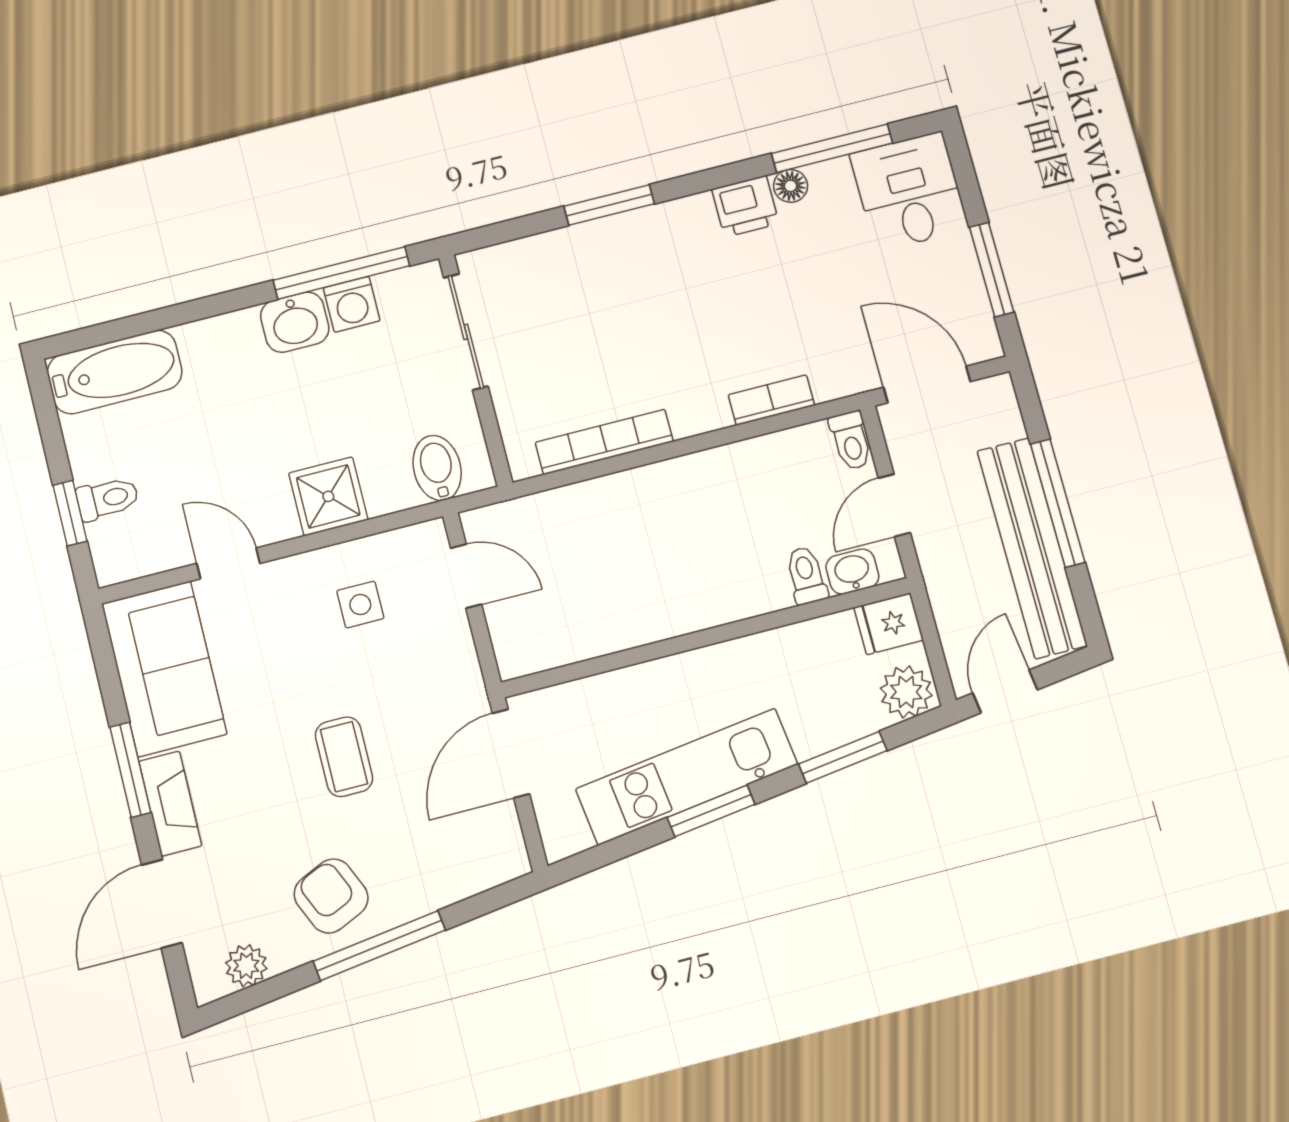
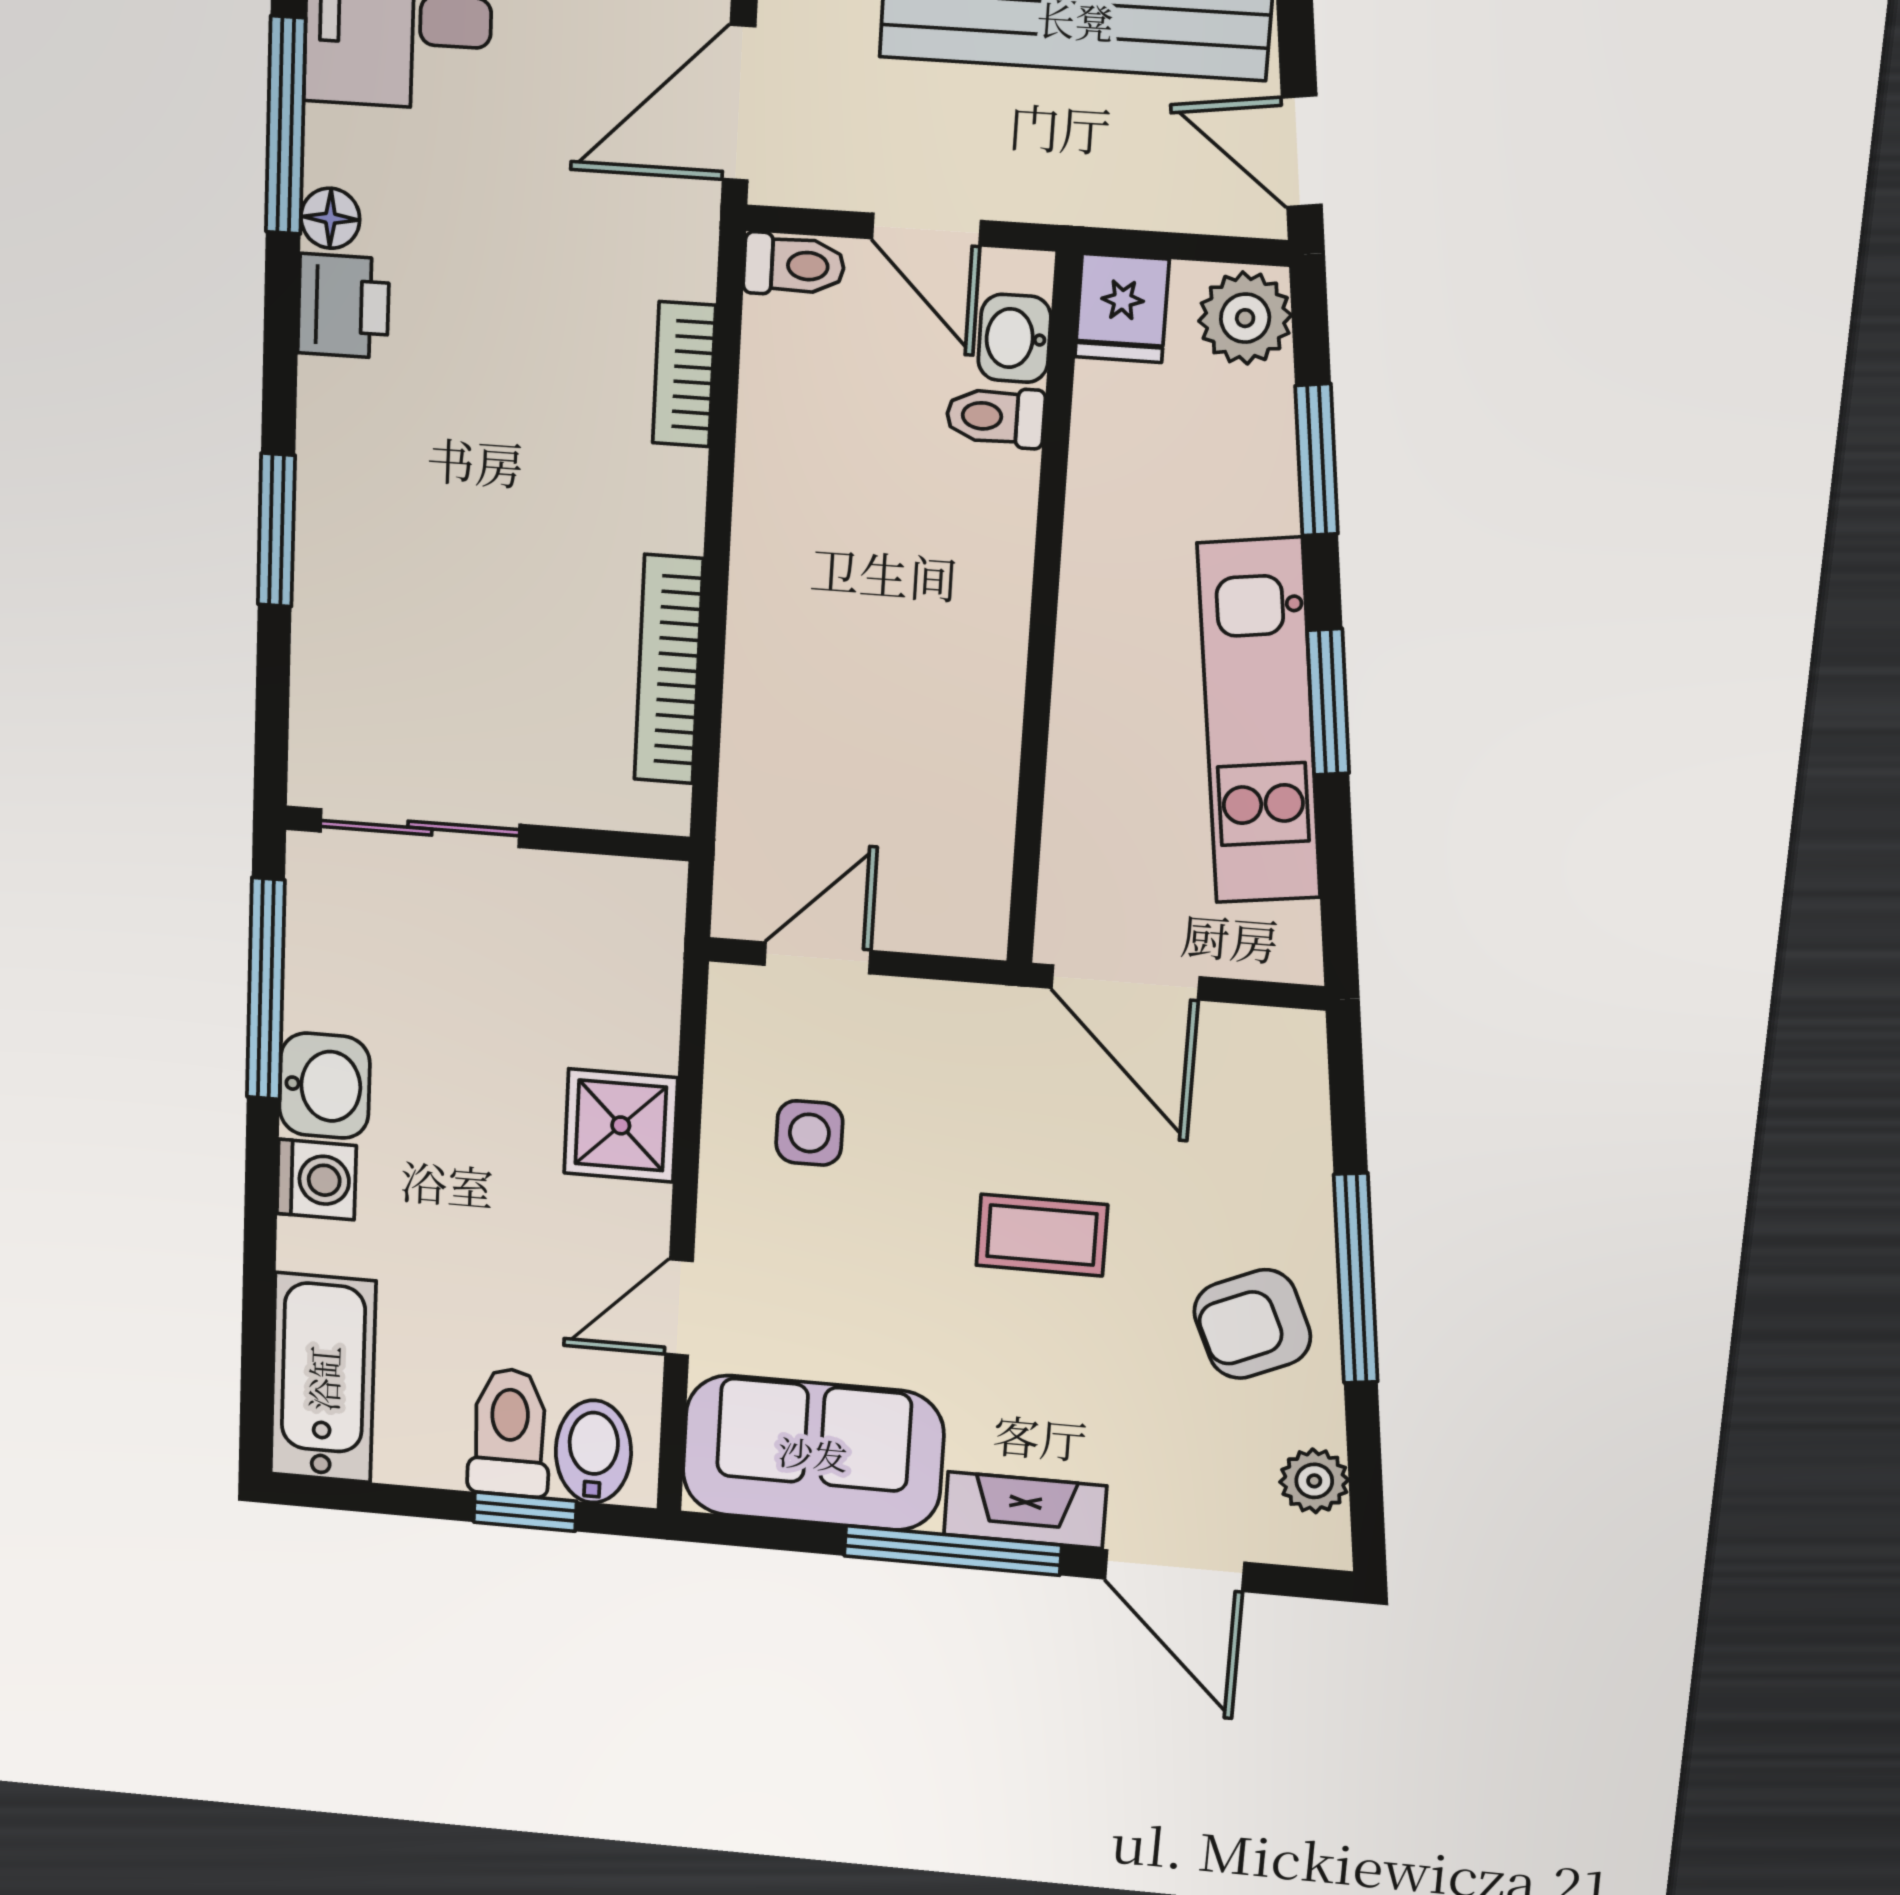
washing machine: (352, 304) -> (316, 1180), moved
bidet: (437, 468) -> (593, 1452), moved, turned 90
toilet: (107, 499) -> (509, 1432), width x1.37, depth x1.39
window: (130, 770) -> (953, 1550), width x1.44

